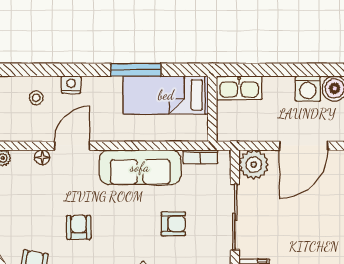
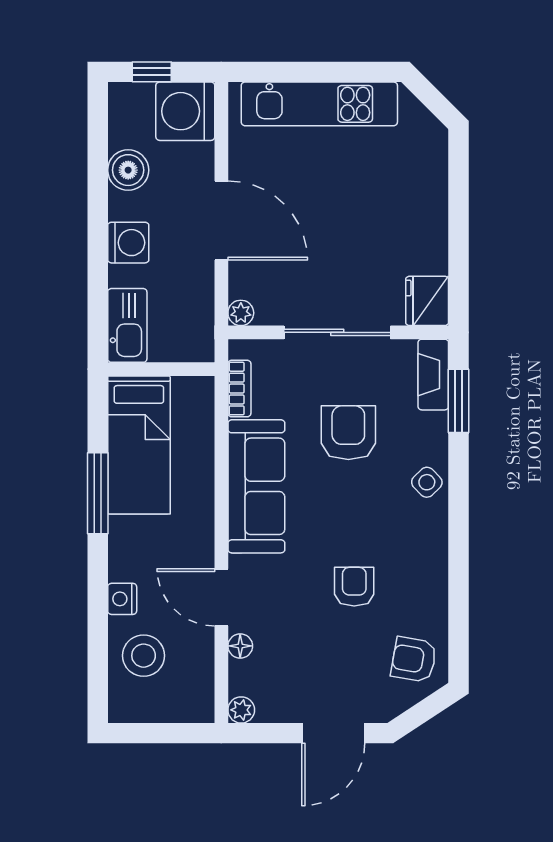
washing machine: (308, 88) -> (128, 243), moved
stool: (36, 98) -> (144, 656), width x1.89, depth x1.89
plant: (254, 165) -> (241, 313), width x0.53, depth x0.53
armchair: (173, 224) -> (348, 433), width x1.38, depth x1.38
armchair: (79, 227) -> (354, 587), turned 90

